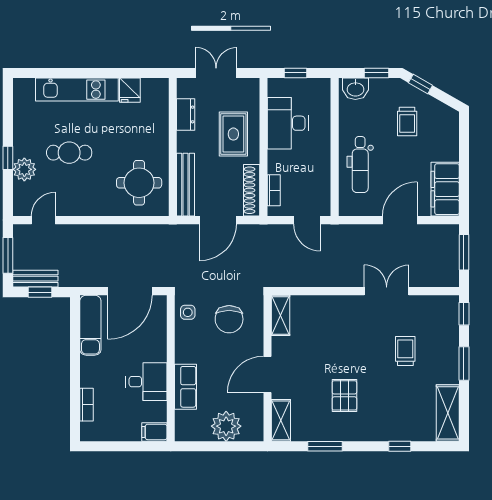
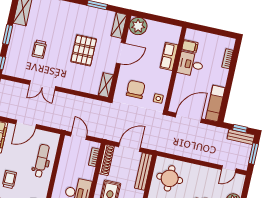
pallet: (344, 395) -> (84, 50), moved, width x1.50, depth x1.42
plant: (226, 426) -> (138, 26), moved
filing cabinet: (154, 432) -> (190, 46), moved

